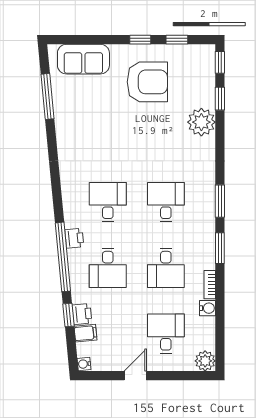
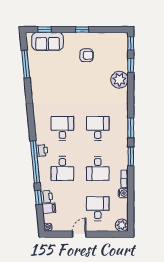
window: (177, 40) -> (45, 30), moved
armchair: (147, 82) -> (86, 55), width x0.53, depth x0.53

